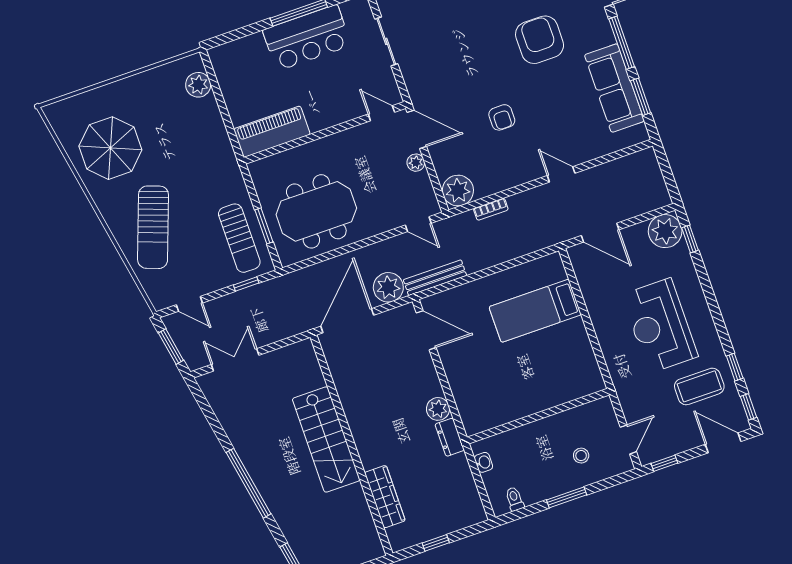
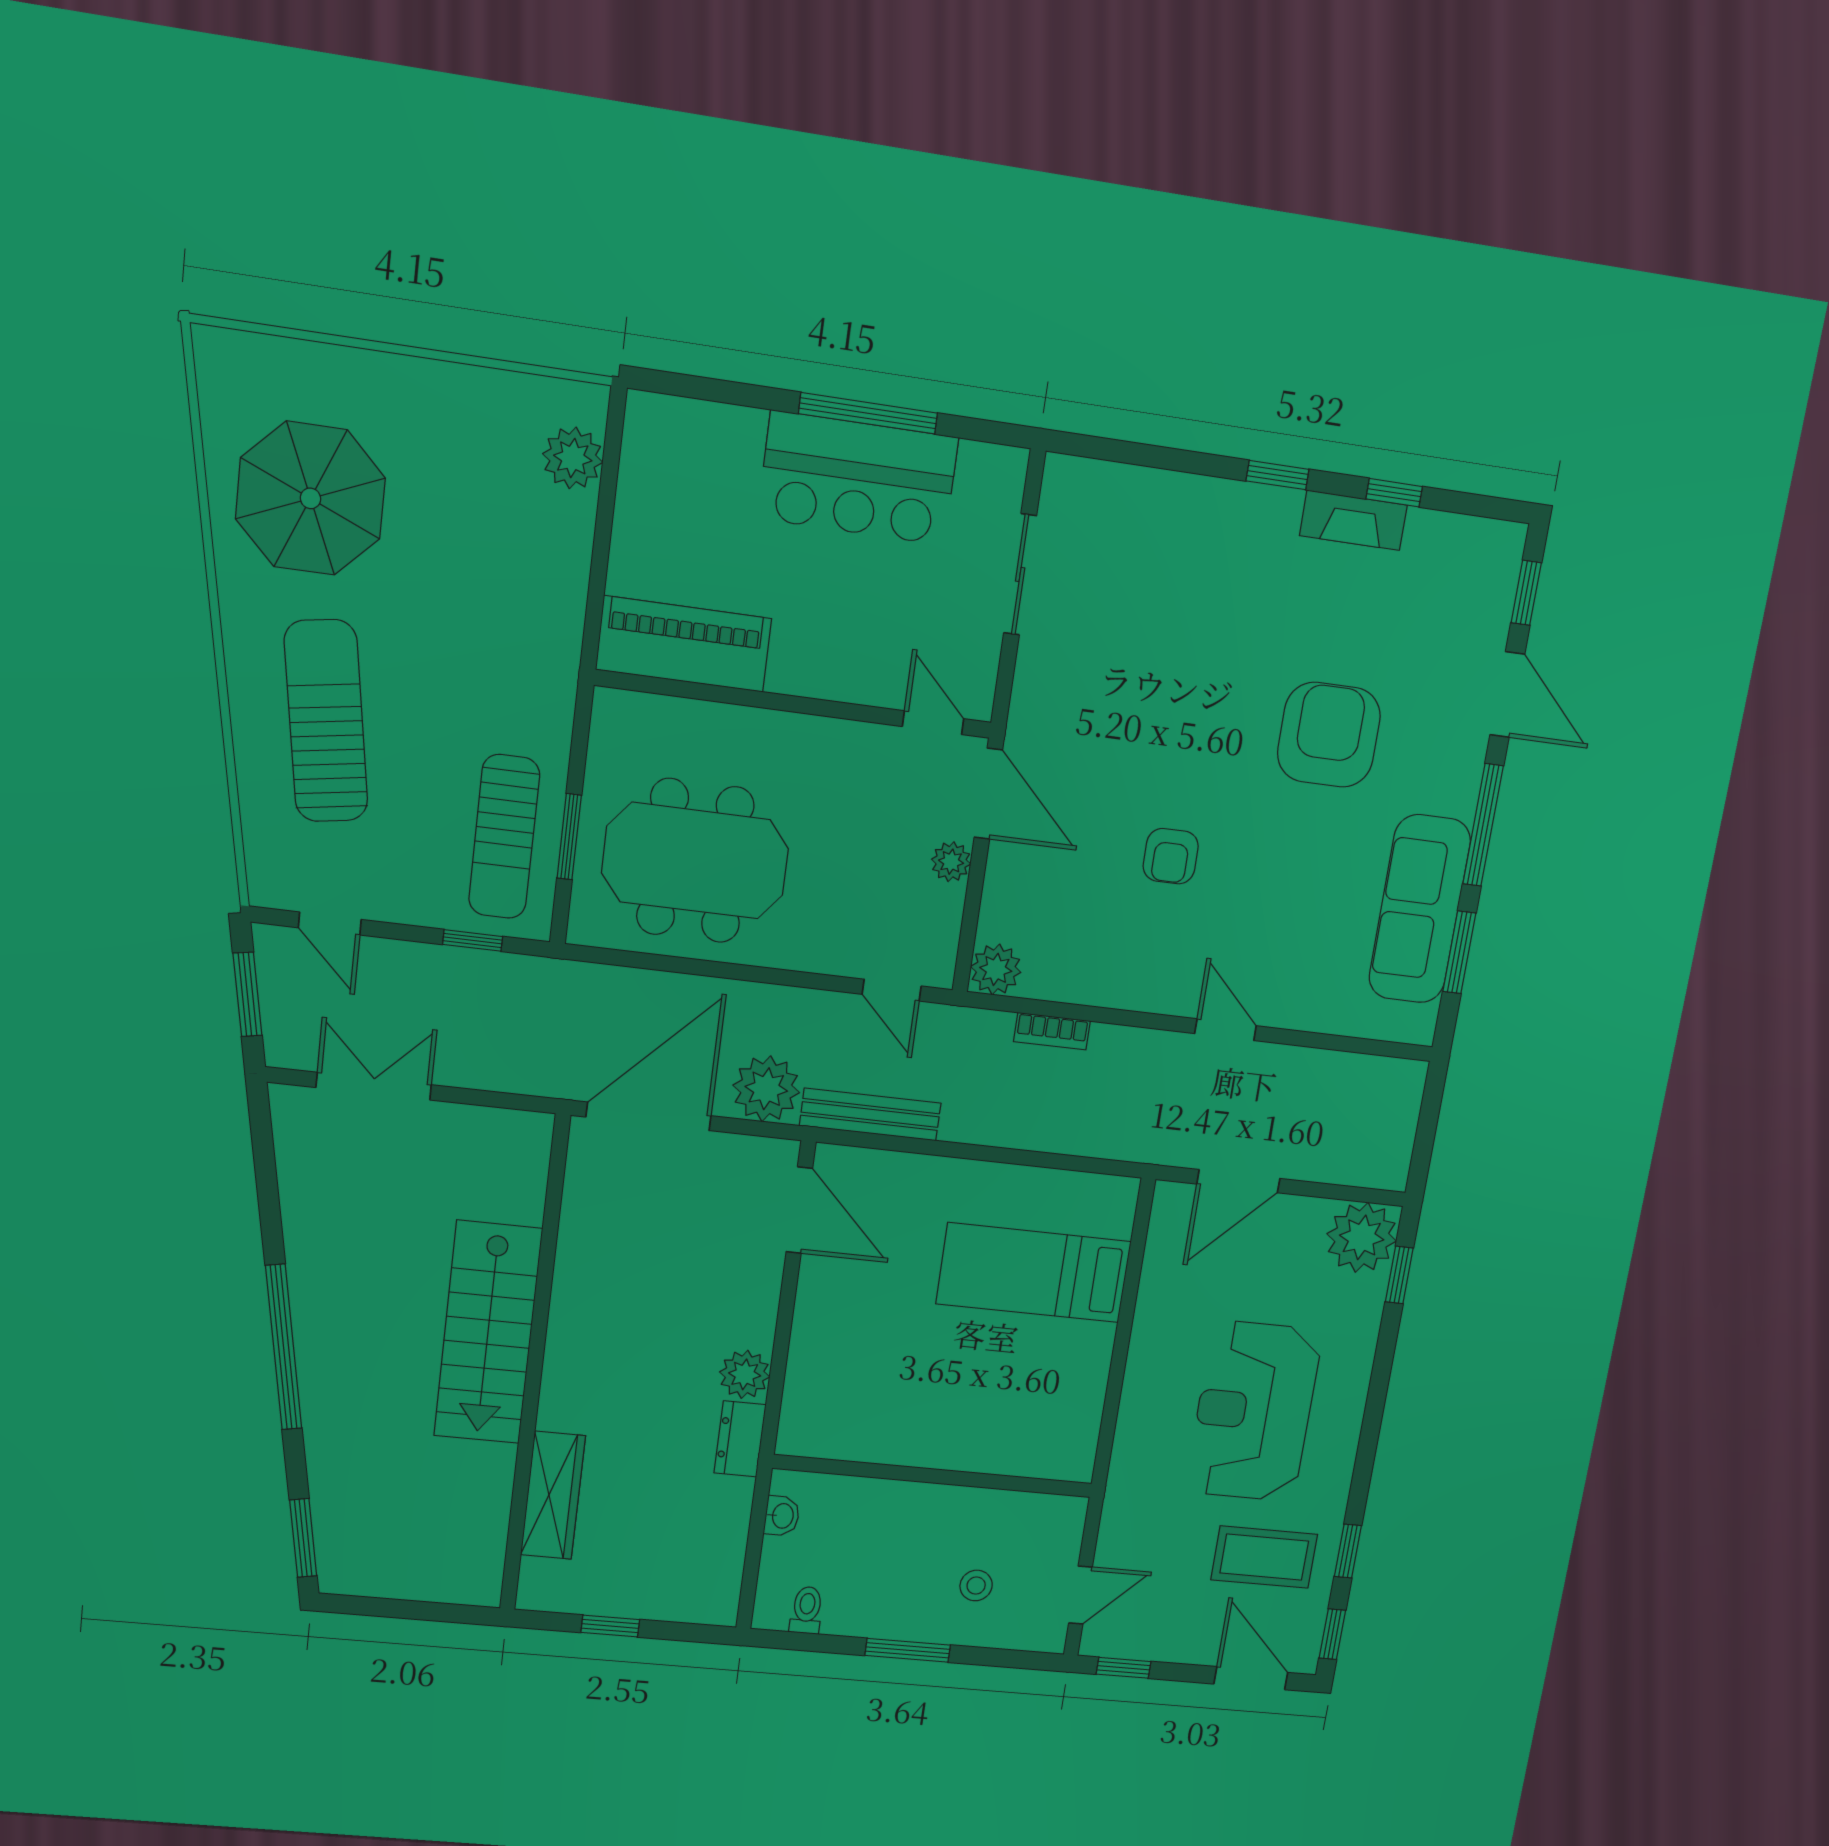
plant: (458, 191) -> (996, 969), width x0.73, depth x0.73
sun lounger: (153, 227) -> (326, 721), turned 151
door: (600, 233) -> (1238, 1181), hinge flipped

